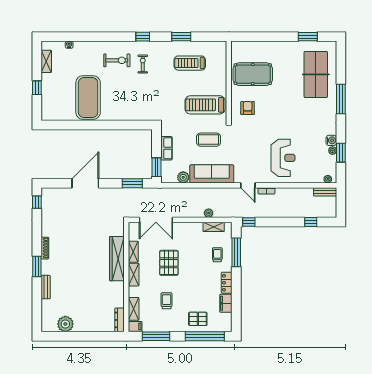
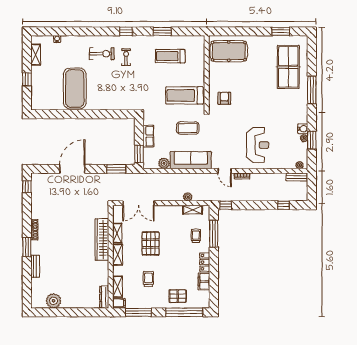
pool table: (253, 74) -> (229, 51), moved

